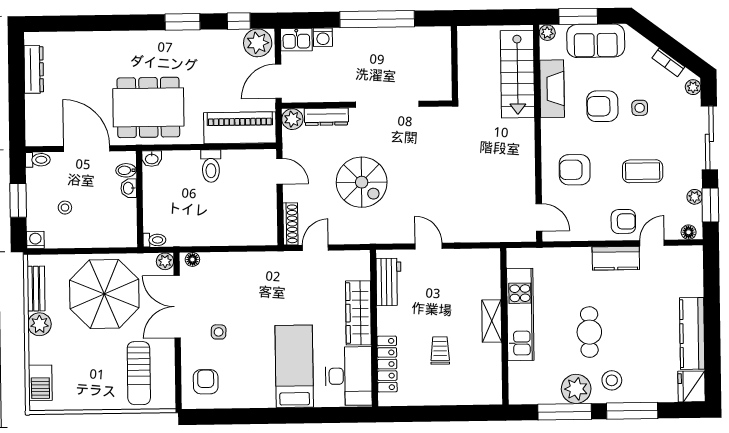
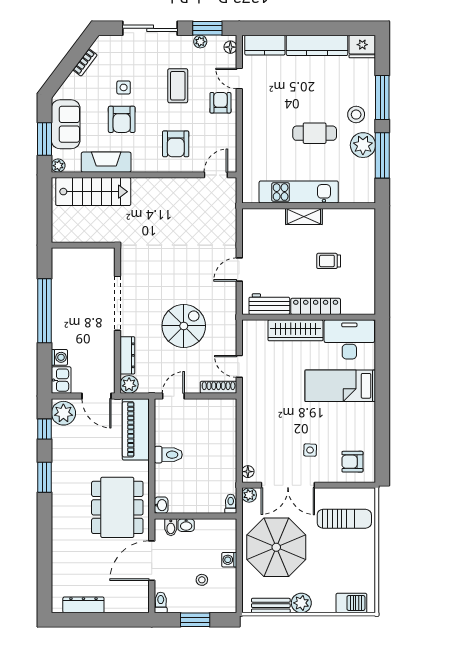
plant: (693, 87) -> (106, 42), removed
washing machine: (35, 240) -> (229, 560), moved
kitchen counter: (616, 258) -> (265, 45), moved, turned 90
locker: (387, 364) -> (316, 306), moved

